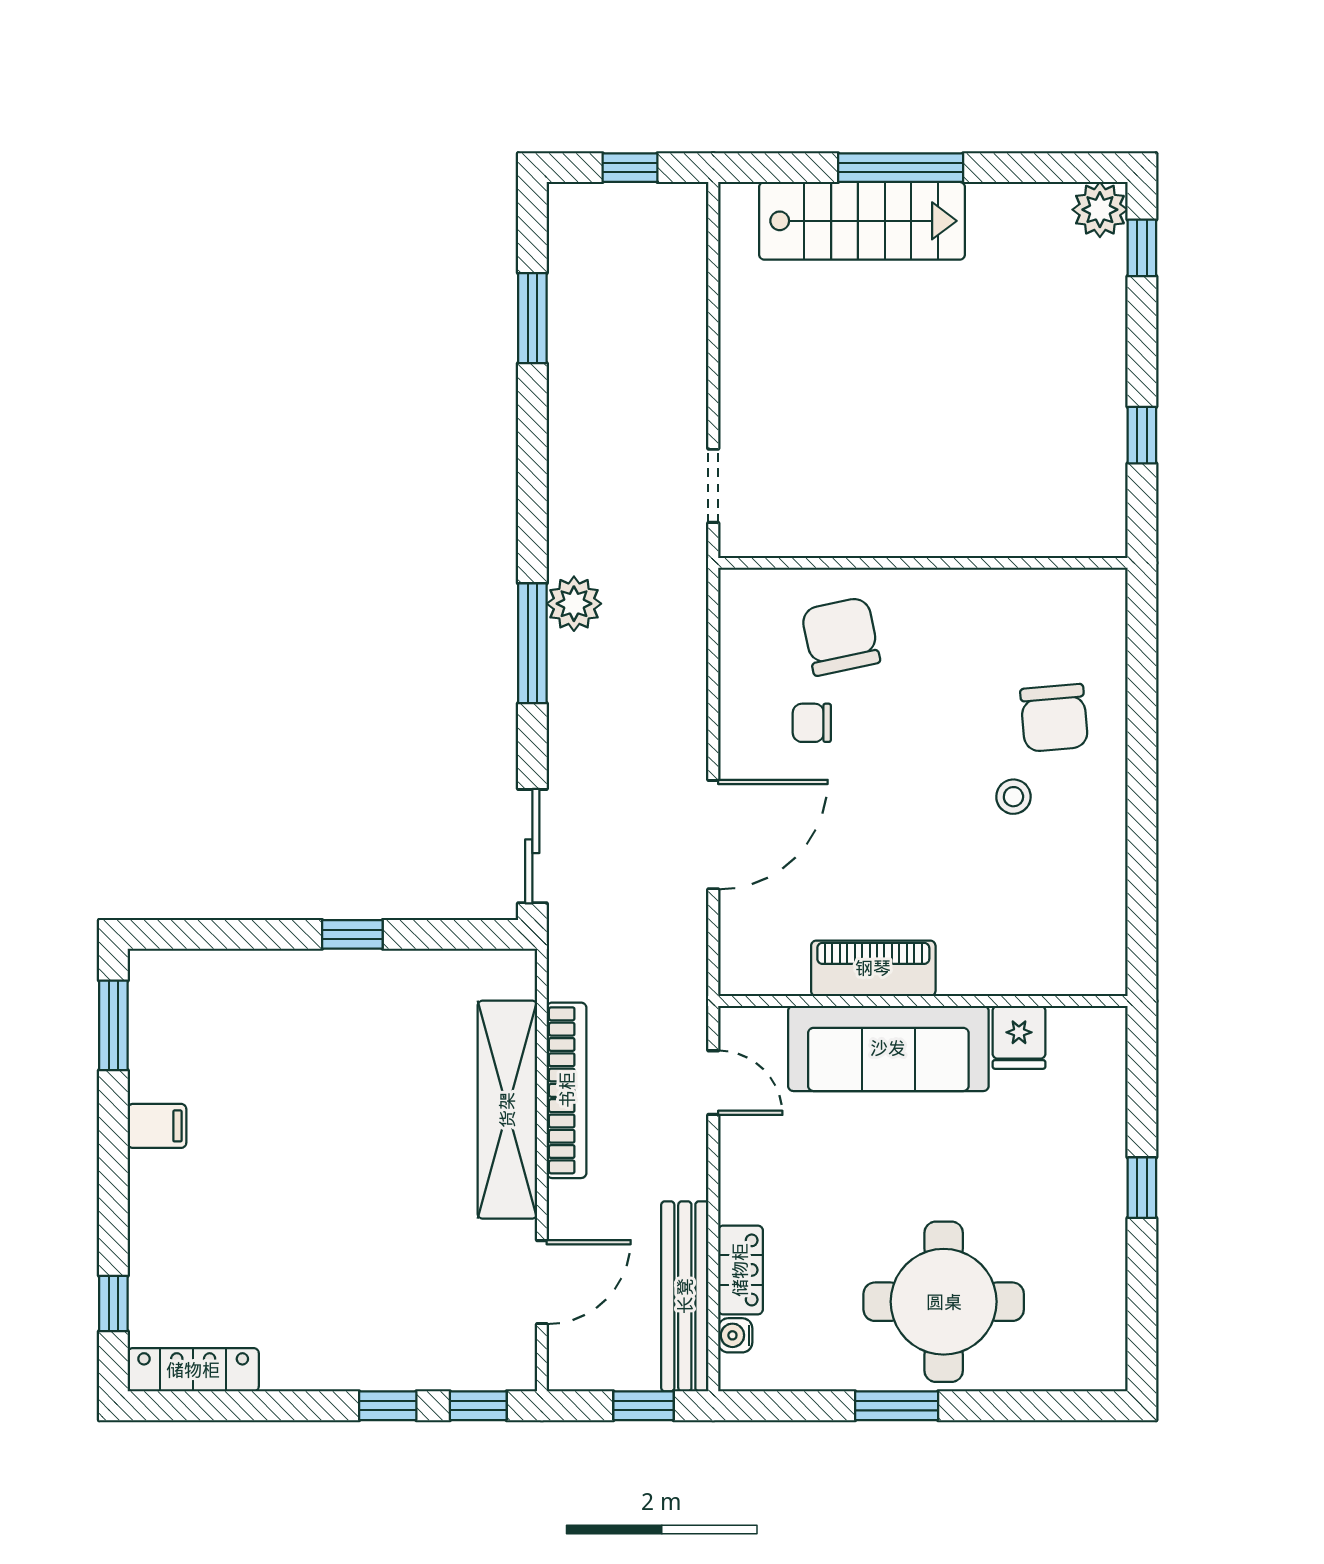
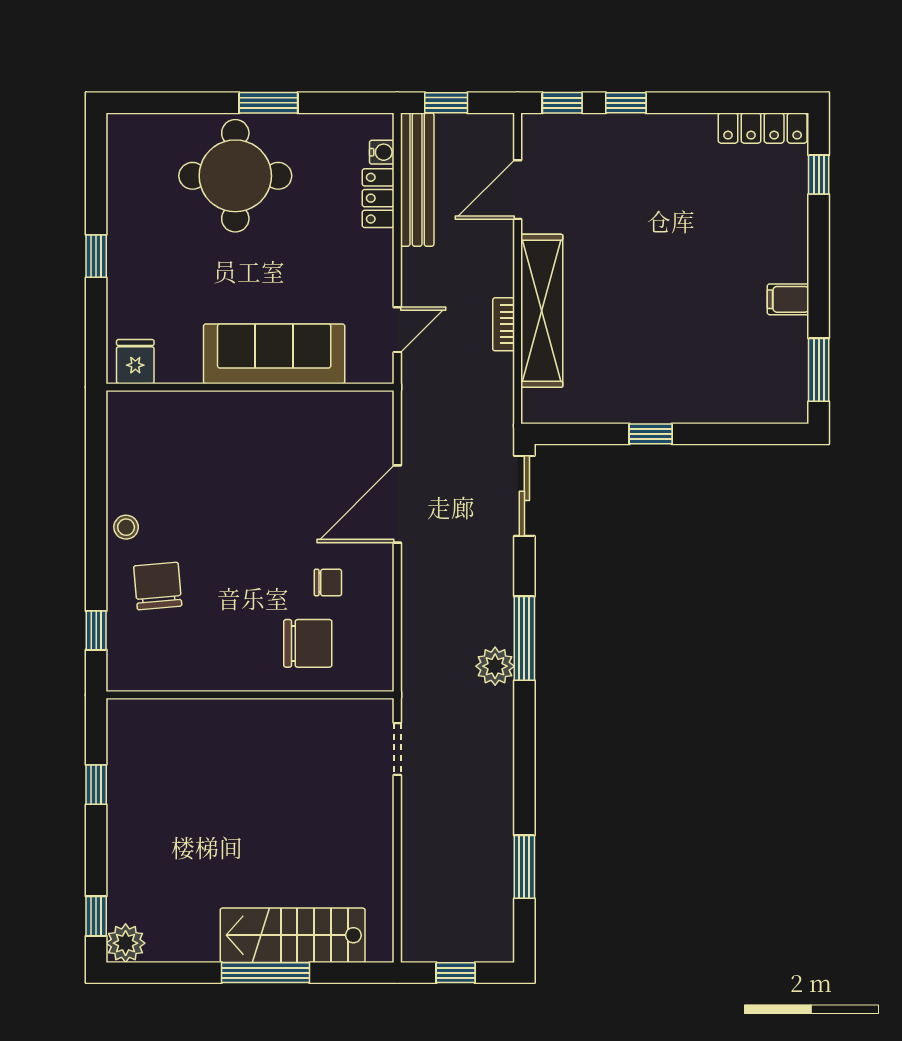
chair: (841, 636) -> (308, 643), turned -78
window: (1142, 655) -> (96, 630), added
stool: (1013, 797) -> (126, 527), moved
piano: (873, 968) -> (285, 410), removed
fridge: (1019, 1037) -> (135, 362), moved
door: (713, 1083) -> (397, 330), swing flipped
bookcase: (567, 1090) -> (504, 324), width x0.43, depth x0.76

